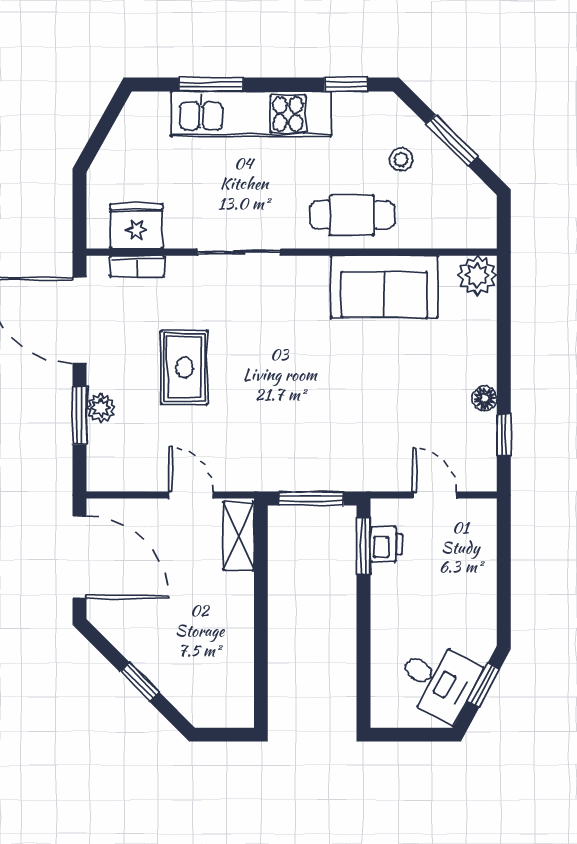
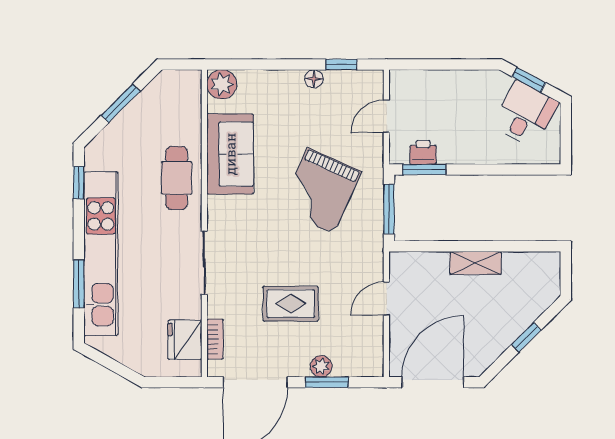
kitchen unit: (251, 114) -> (101, 254), width x1.36
stool: (401, 160) -> (135, 141), removed
grand piano: (335, 407) -> (321, 191), added
shelving: (239, 536) -> (476, 263), moved

